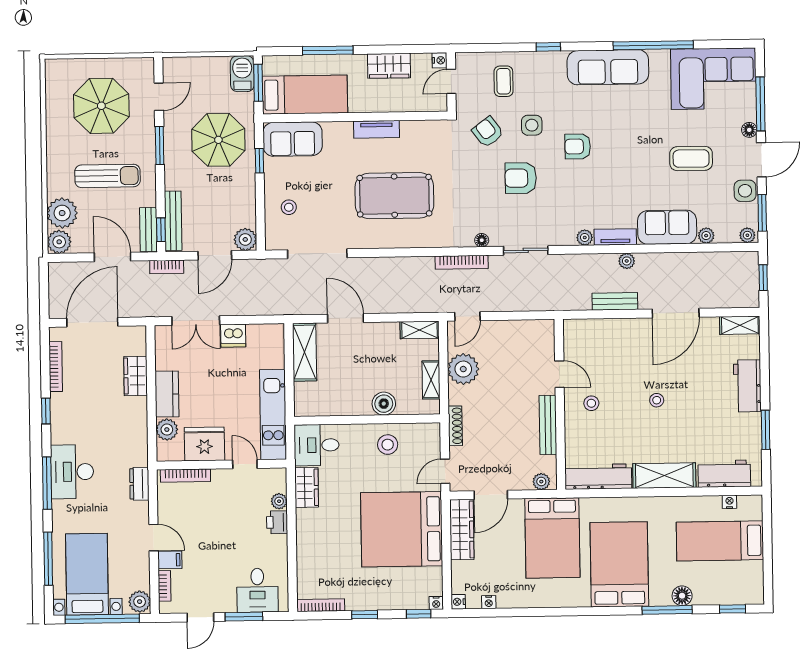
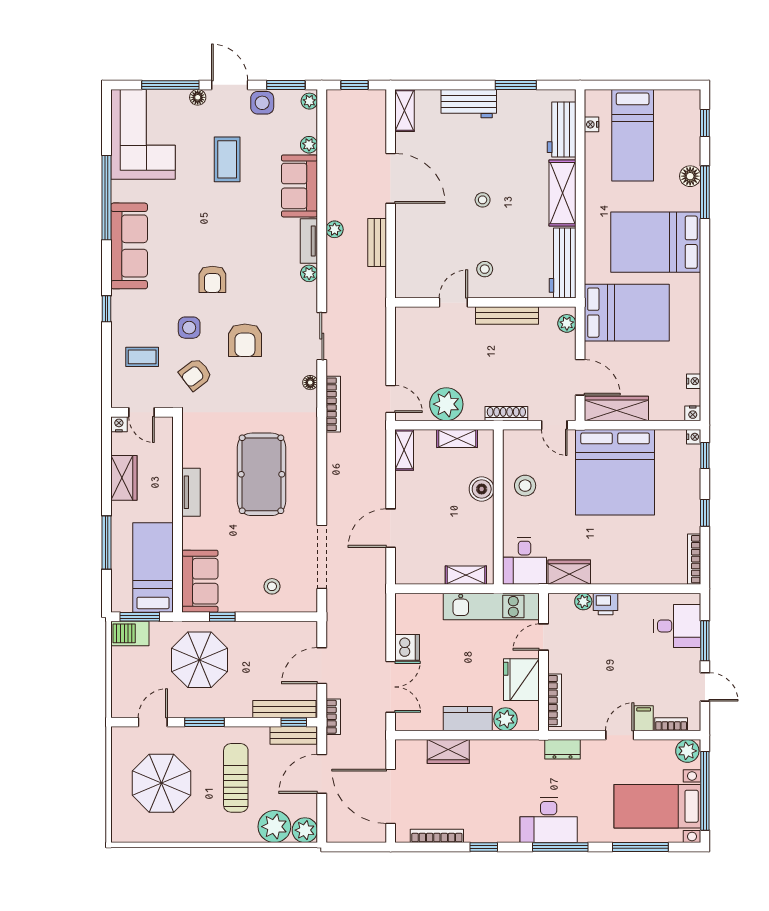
door: (159, 97) -> (153, 722), hinge flipped
plant: (245, 239) -> (305, 633), removed
door: (215, 255) -> (322, 666), swing flipped
shelving: (305, 352) -> (466, 575), moved, width x0.67, depth x0.75

